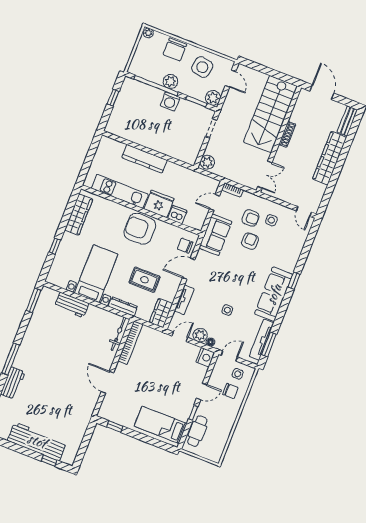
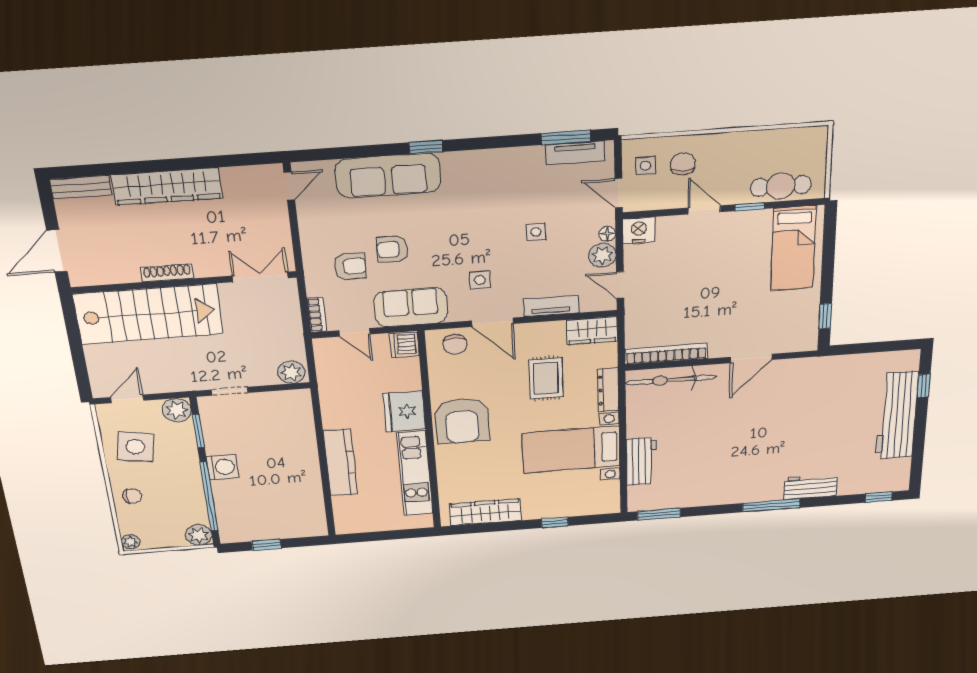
chair: (175, 49) -> (132, 496), width x0.54, depth x0.54
plant: (170, 82) -> (199, 535), moved
dishwasher: (177, 215) -> (404, 344), moved
armchair: (250, 218) -> (350, 266), turned 90
side table: (271, 220) -> (480, 280), moved
sofa: (274, 294) -> (388, 176), moved
bicycle: (118, 334) -> (671, 380), width x1.37, depth x1.40
tv unit: (261, 340) -> (575, 153), width x0.71

